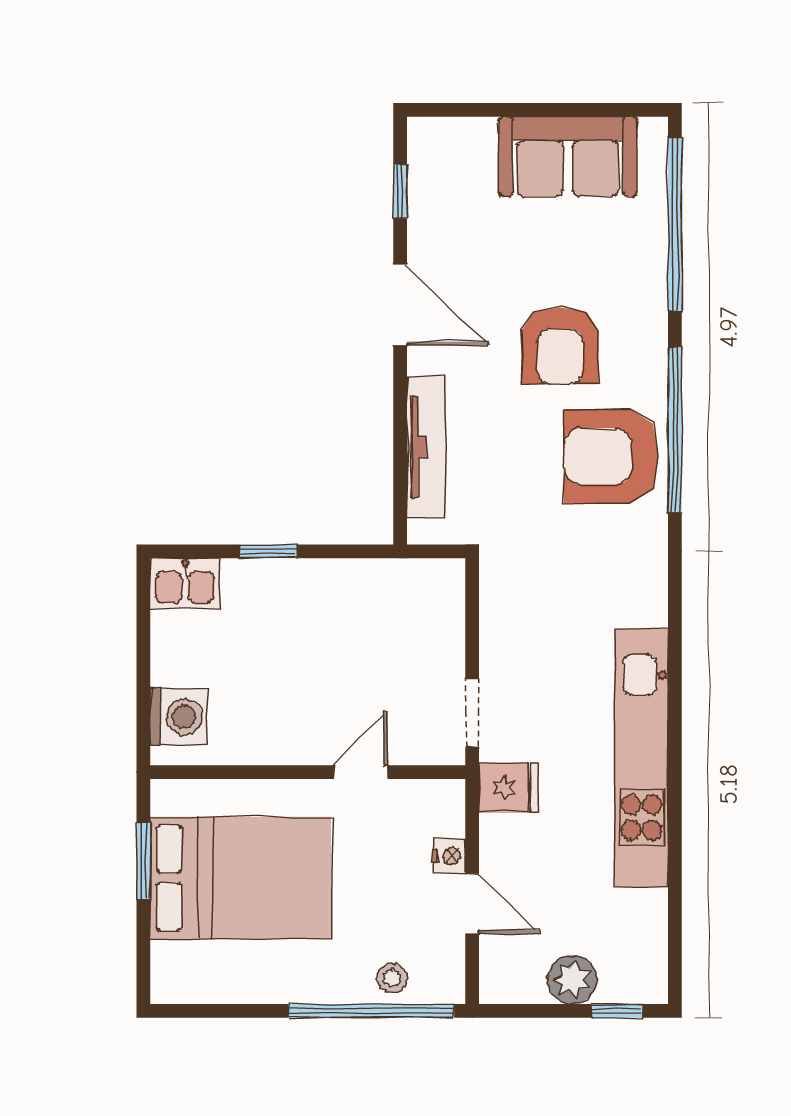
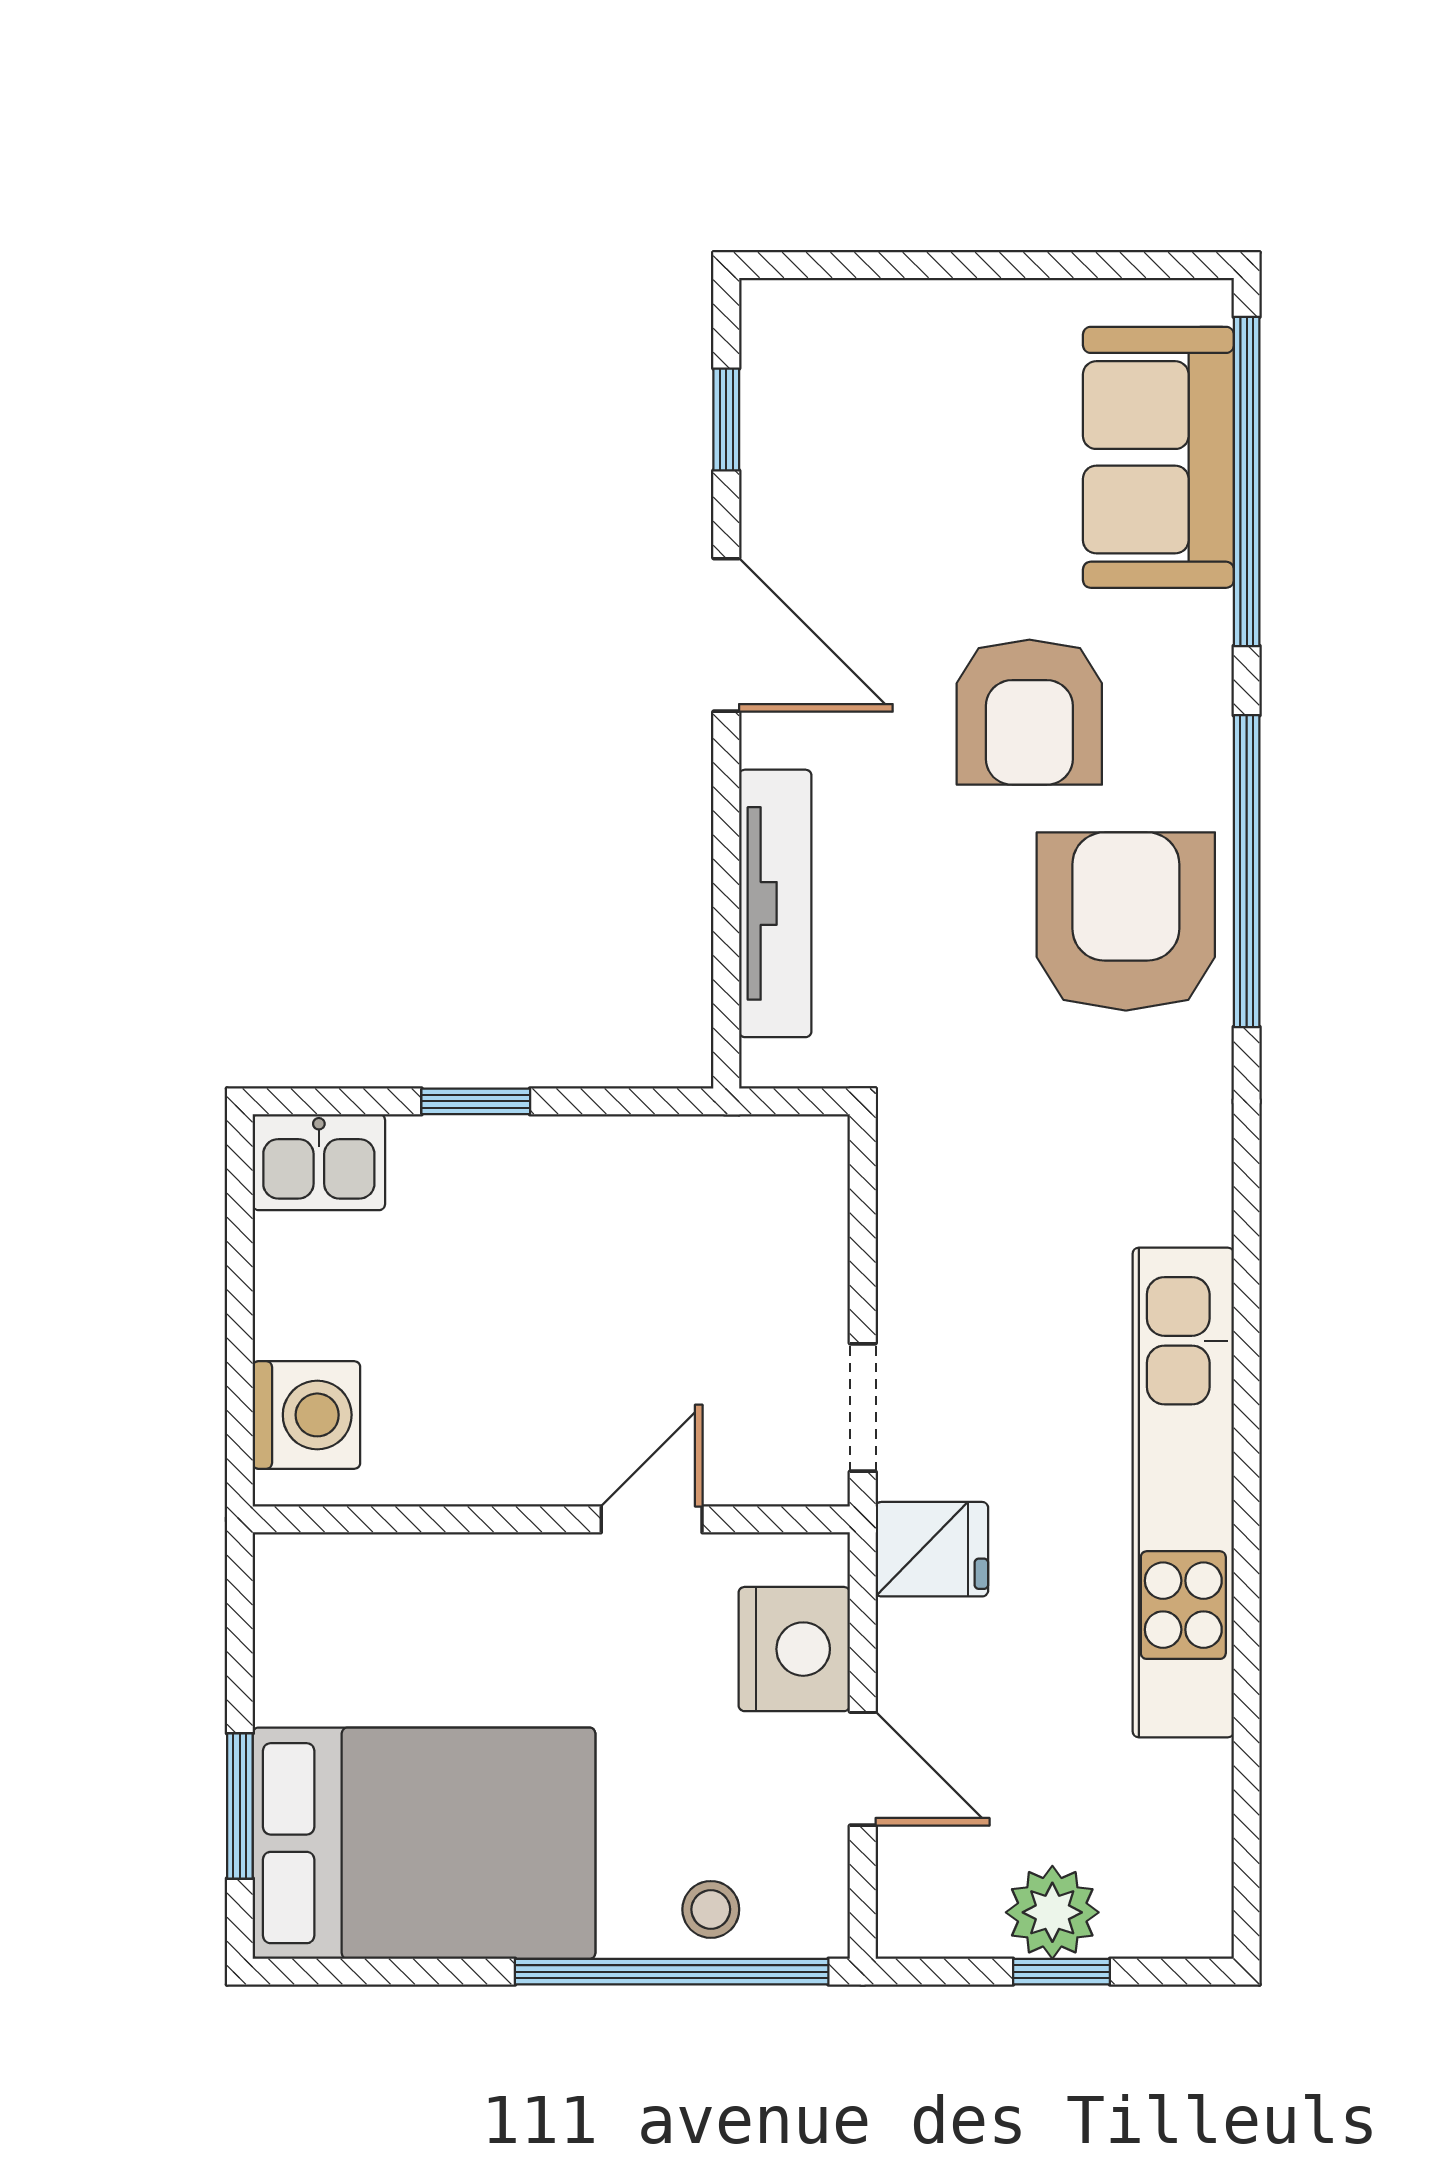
sofa: (568, 156) -> (1158, 457), moved, turned 90
armchair: (611, 456) -> (1126, 921), turned 90
nightstand: (449, 856) -> (794, 1649), width x1.89, depth x1.79
window: (143, 861) -> (240, 1806), moved
bed: (240, 878) -> (424, 1843), moved
window: (617, 1011) -> (1062, 1972), moved

